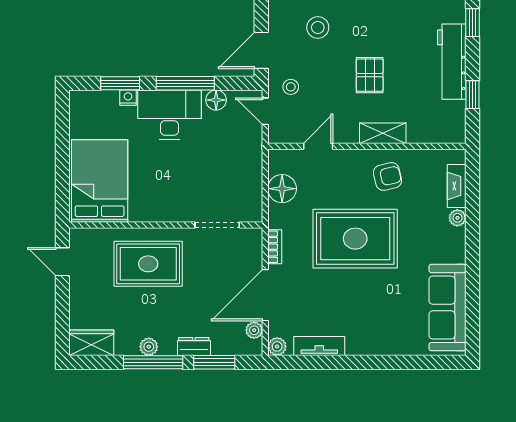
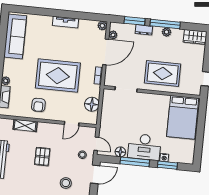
shelving: (383, 133) -> (25, 125), moved
armchair: (388, 176) -> (38, 105), turned -77
tv unit: (319, 346) -> (65, 22), moved

